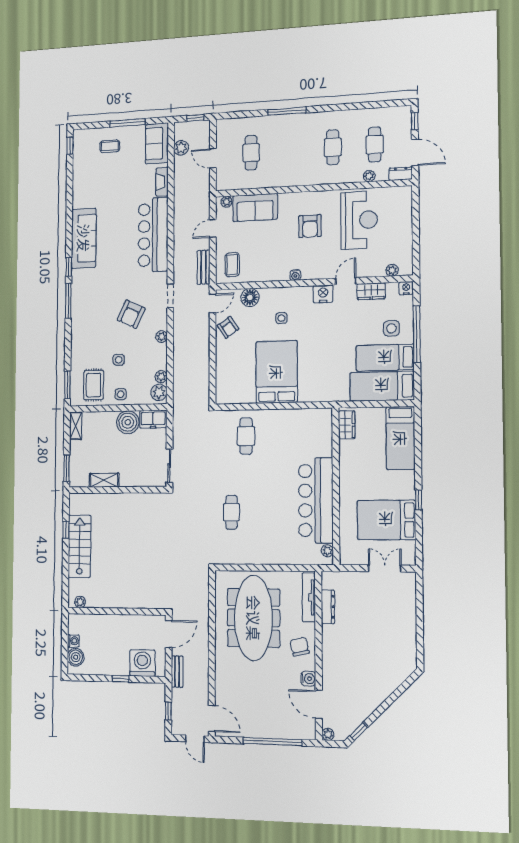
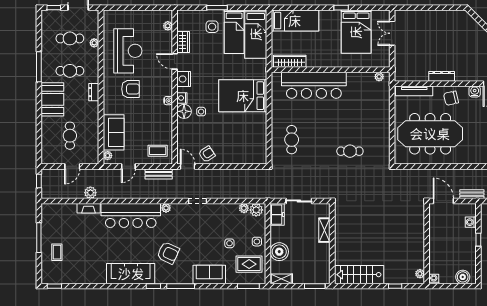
window: (287, 111) -> (39, 67), moved
booth: (296, 127) -> (52, 99), added
sofa: (157, 143) -> (209, 275), moved, turned 180
plant: (181, 148) -> (90, 193), moved
cafe table: (251, 153) -> (70, 136), turned 90
dresser: (401, 174) -> (94, 92), moved
reception desk: (359, 220) -> (128, 51), turned 90
door: (213, 229) -> (128, 166), hinge flipped
nightstand: (406, 288) -> (182, 98), moved
doorway: (170, 296) -> (197, 201), moved
floor lamp: (250, 297) -> (184, 111), moved
armchair: (131, 314) -> (168, 253), moved
window: (417, 334) -> (217, 8), width x0.47
plant: (162, 337) -> (166, 208), moved
bed: (277, 372) -> (243, 96), moved
boiler: (128, 422) -> (279, 252), moved
wardrobe: (347, 425) -> (290, 61), width x1.50
cafe table: (246, 436) -> (292, 140), turned 90
sliding door: (169, 466) -> (299, 201), moved
shelving: (104, 480) -> (324, 230), moved
bar counter: (316, 500) -> (314, 85), moved
window: (66, 530) -> (395, 286), moved
stairs: (79, 546) -> (359, 275), moved
dresser: (328, 607) -> (442, 76), moved
washing machine: (73, 641) -> (434, 279), moved
washing machine: (142, 663) -> (471, 222), width x0.53, depth x0.53

